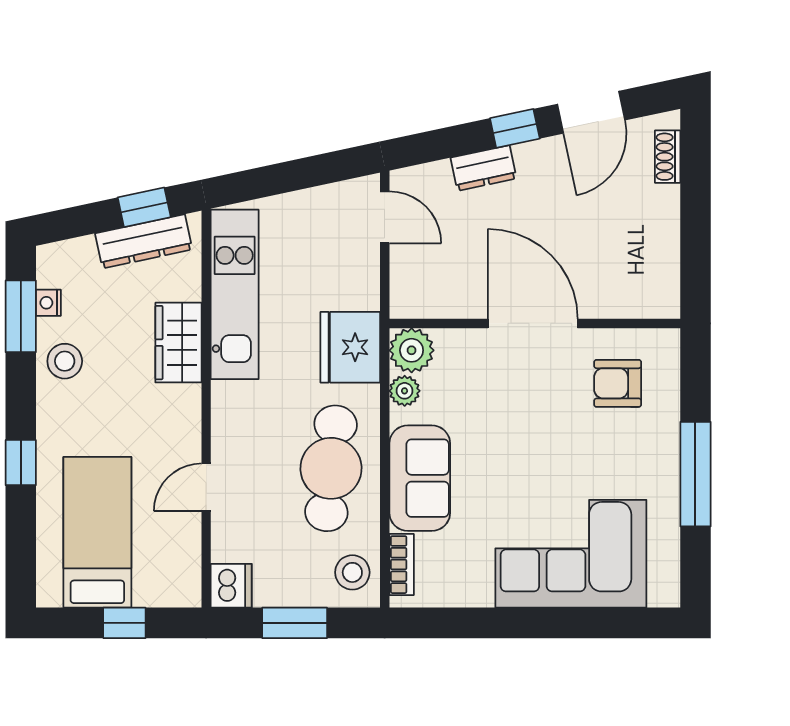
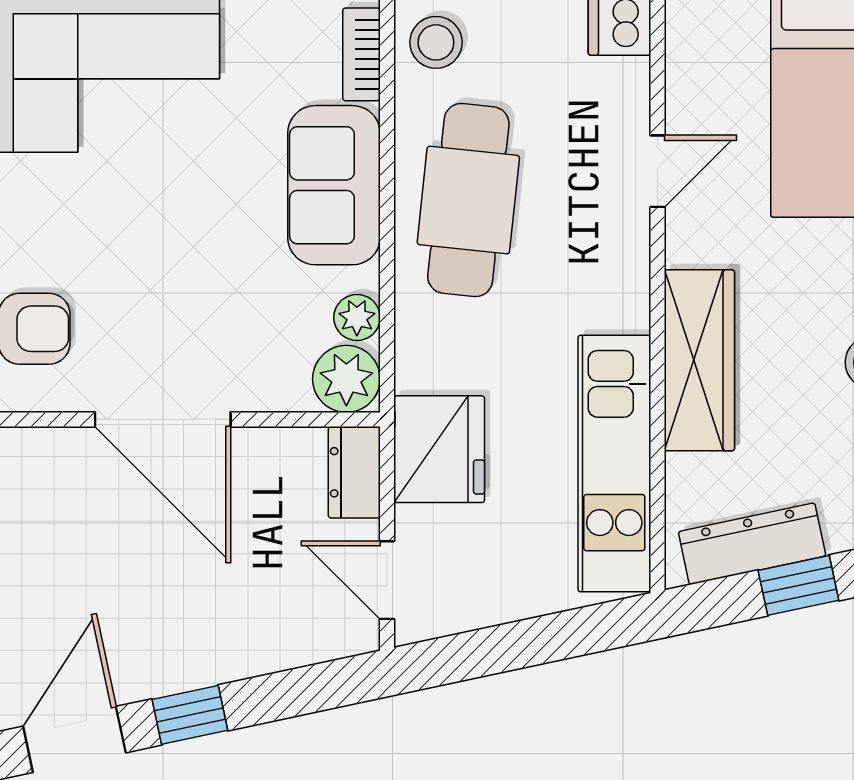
dresser: (483, 168) -> (354, 472), moved, turned -78
window: (144, 207) -> (798, 585), moved
wardrobe: (178, 343) -> (699, 360), width x1.50
fridge: (350, 347) -> (439, 449), moved

